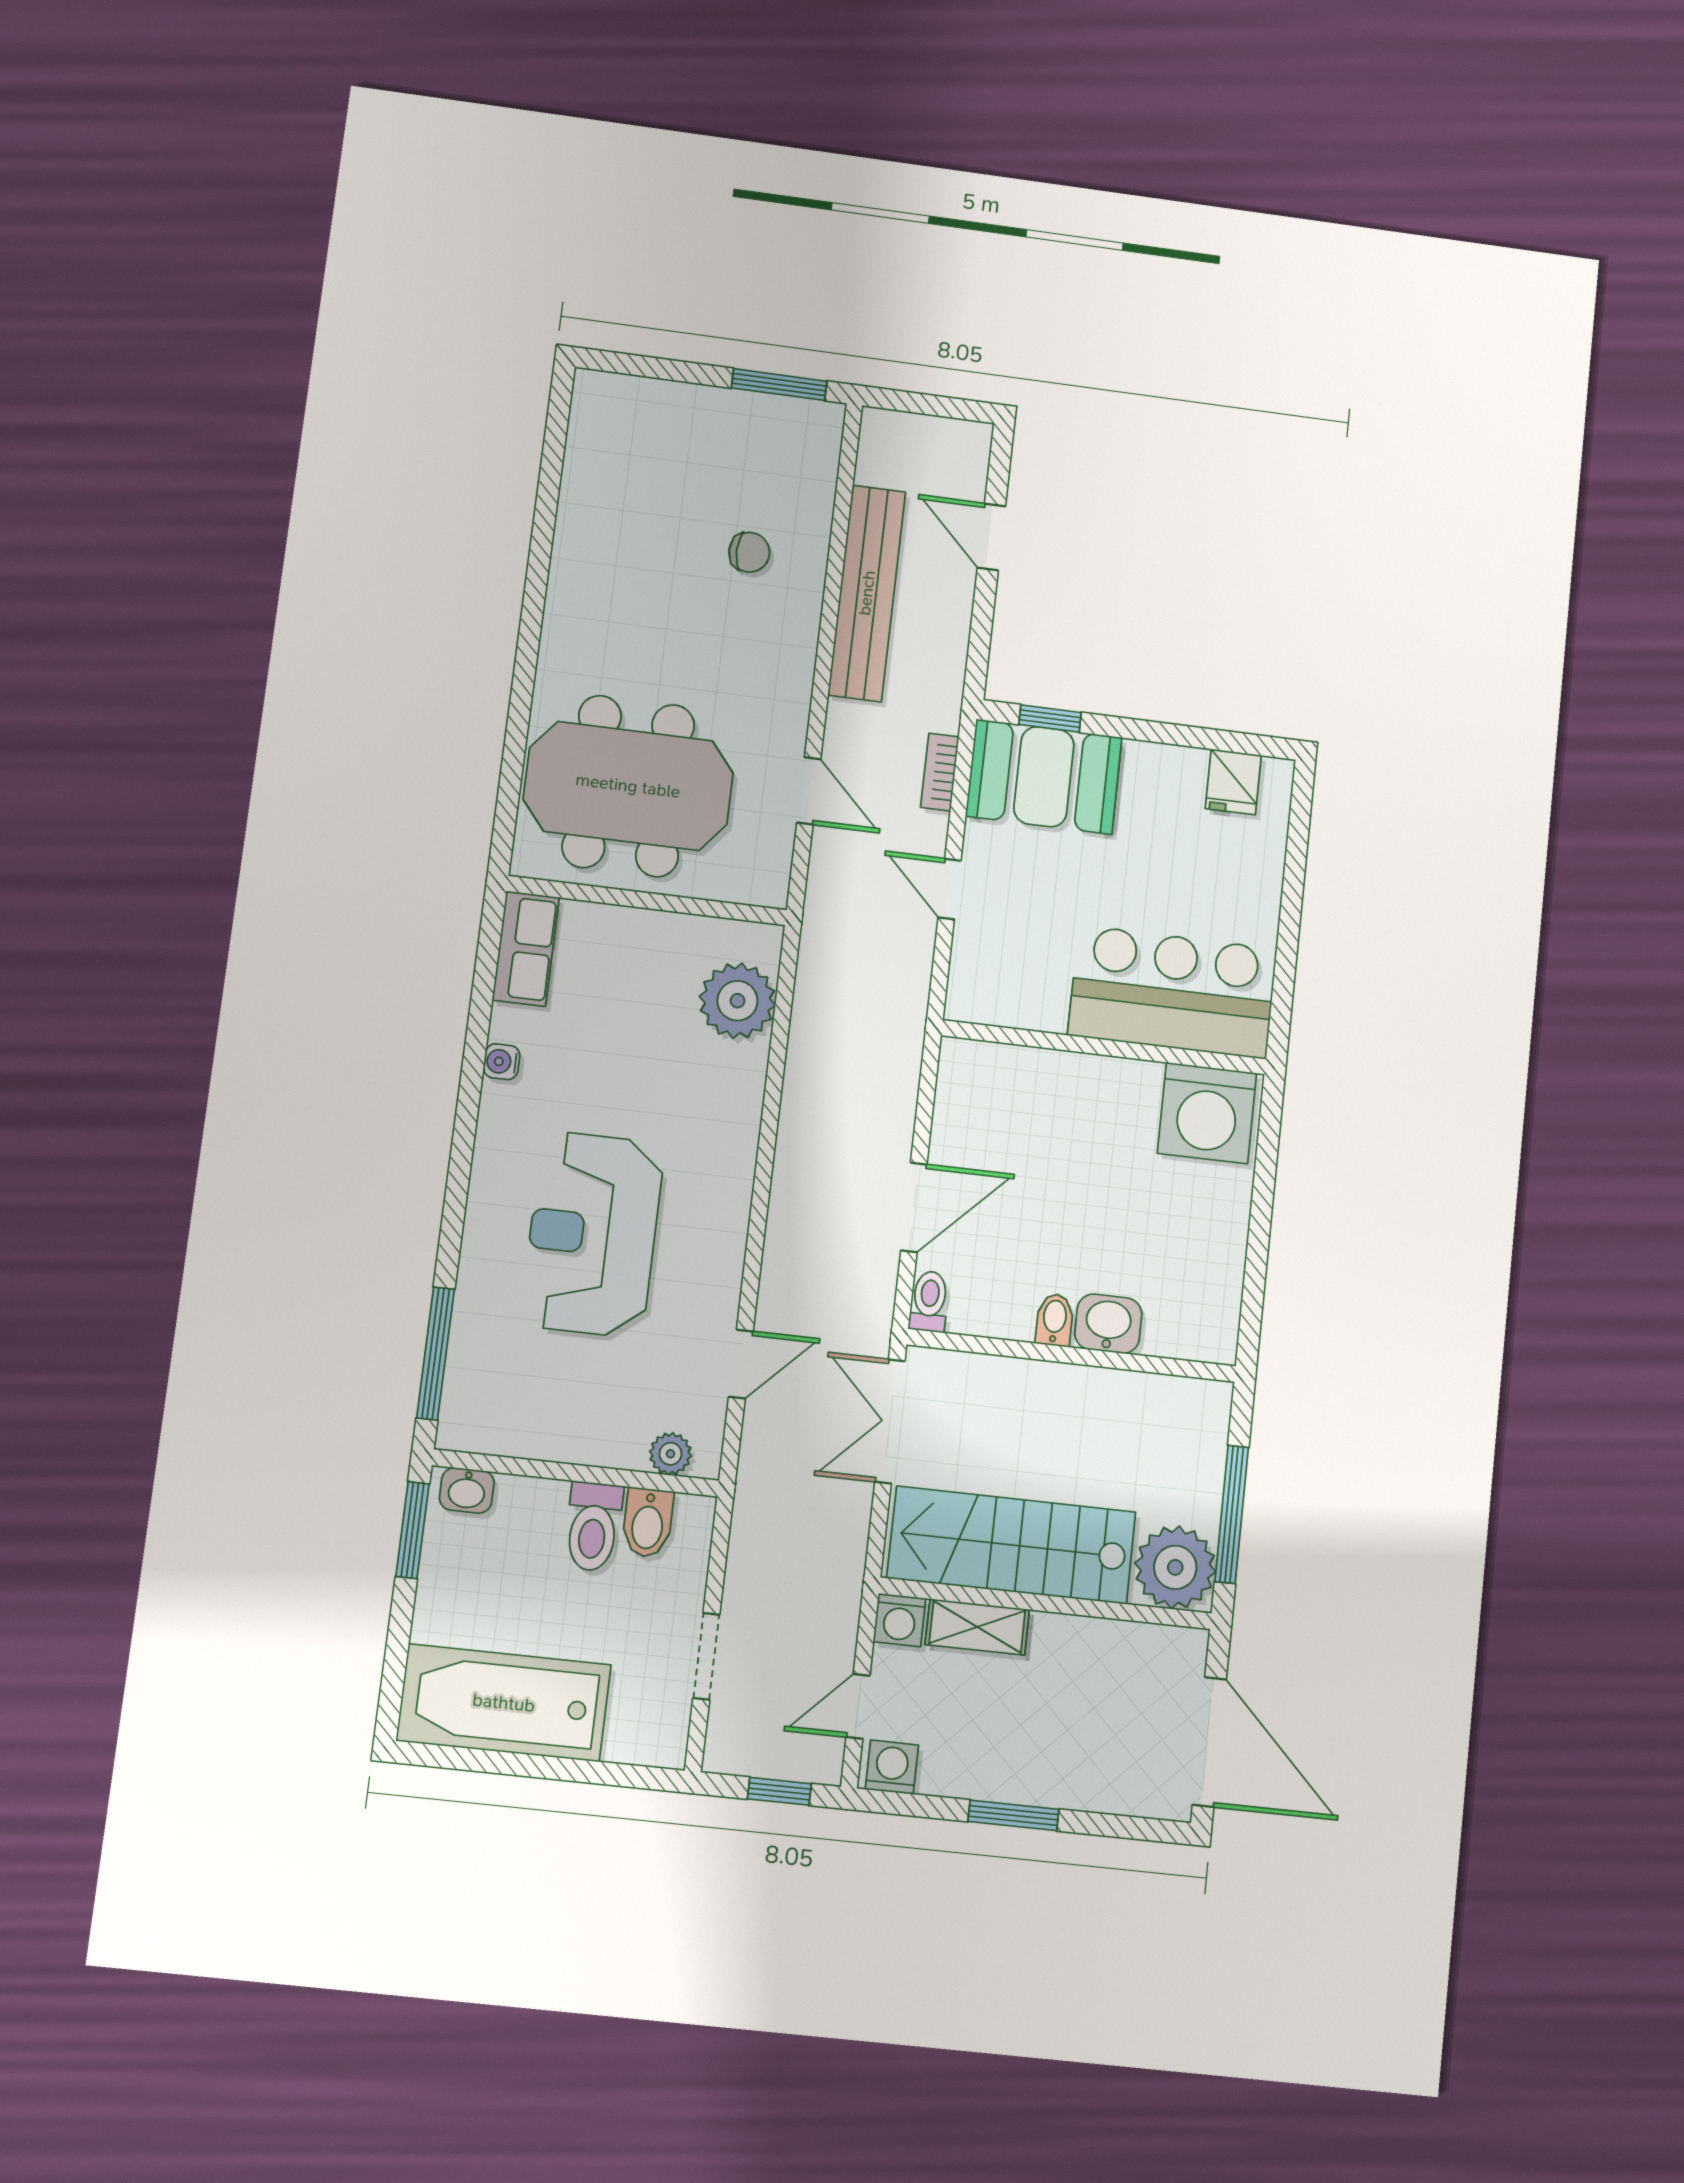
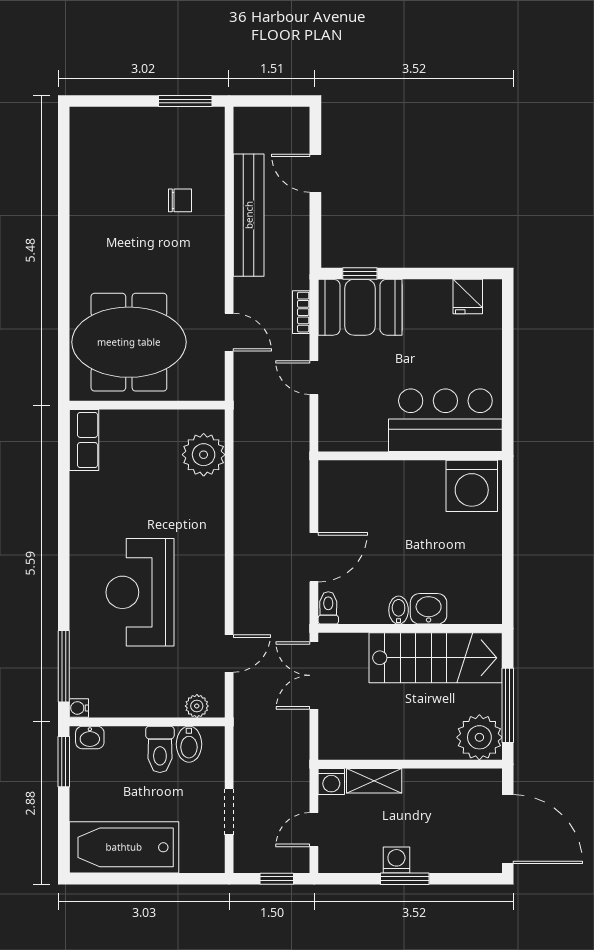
water cooler: (502, 1062) -> (79, 708), moved
stairs: (1012, 1545) -> (436, 658), moved, turned 180
washing machine: (892, 1767) -> (396, 860), moved

